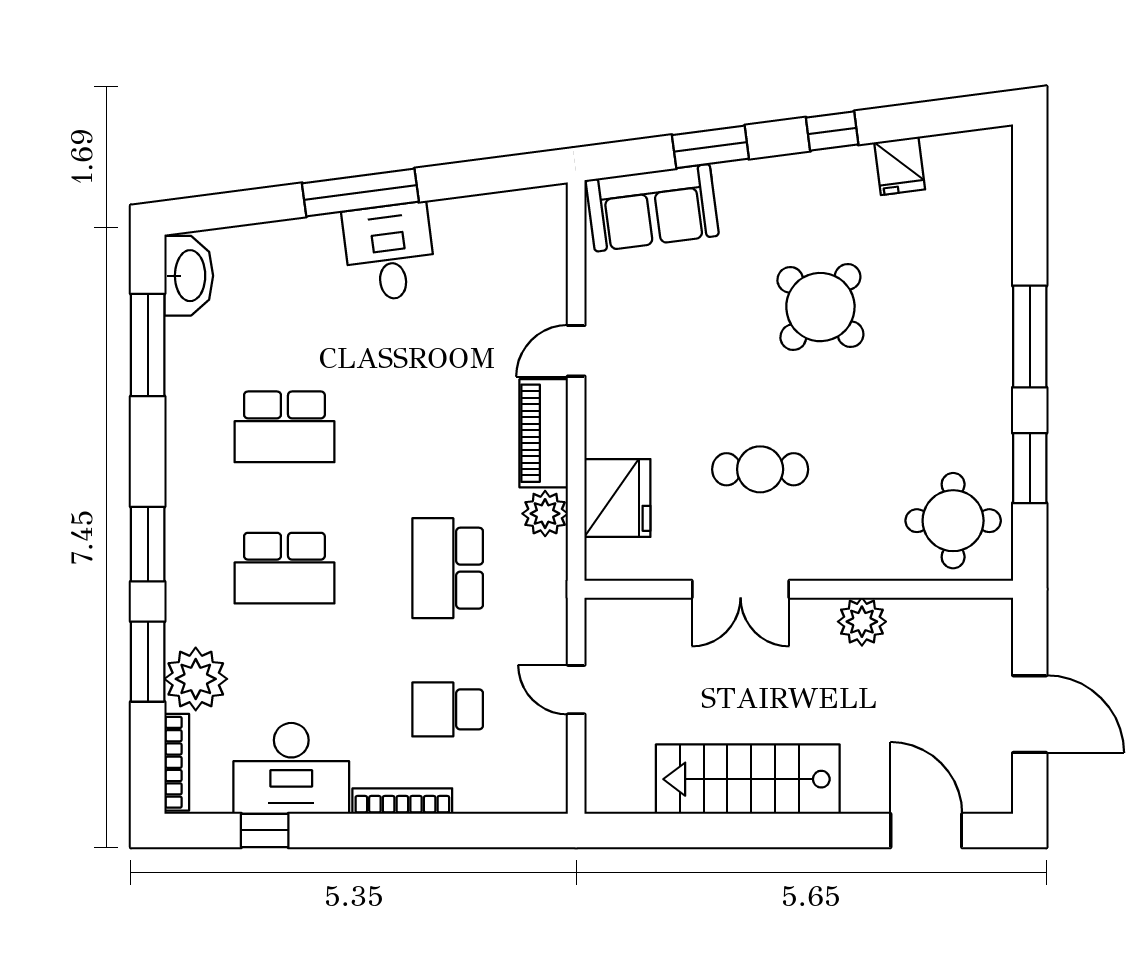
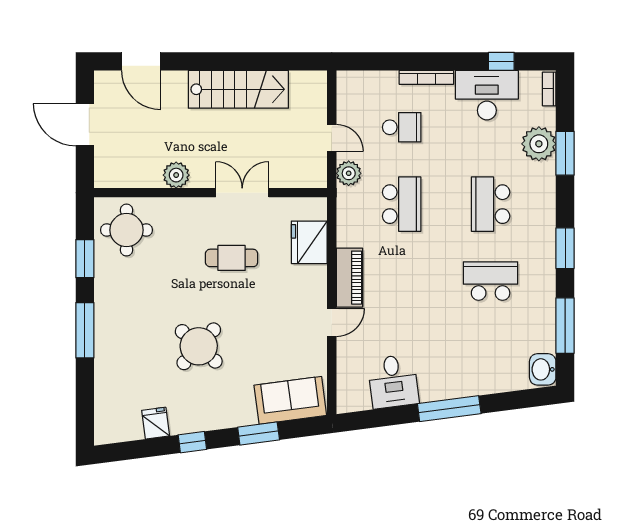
desk: (389, 252) -> (393, 381), moved
washbasin: (189, 276) -> (543, 369), width x0.72
plant: (545, 514) -> (349, 173), moved
window: (148, 544) -> (565, 248), moved
school desk: (284, 568) -> (491, 204), turned -90
bookcase: (177, 762) -> (549, 89), width x0.64

